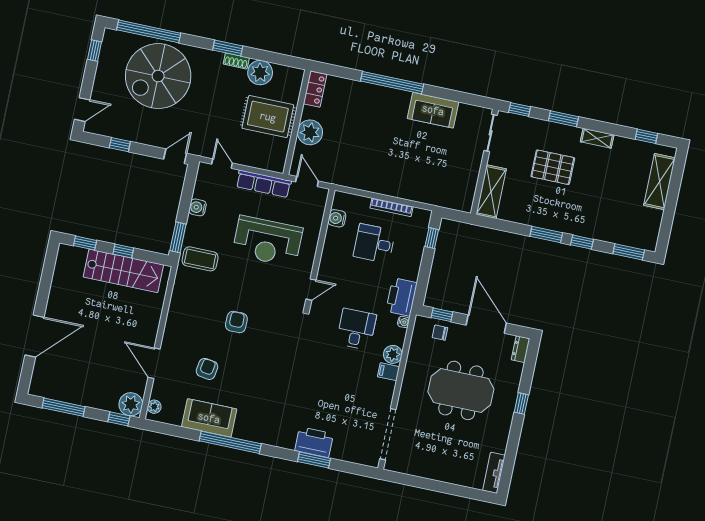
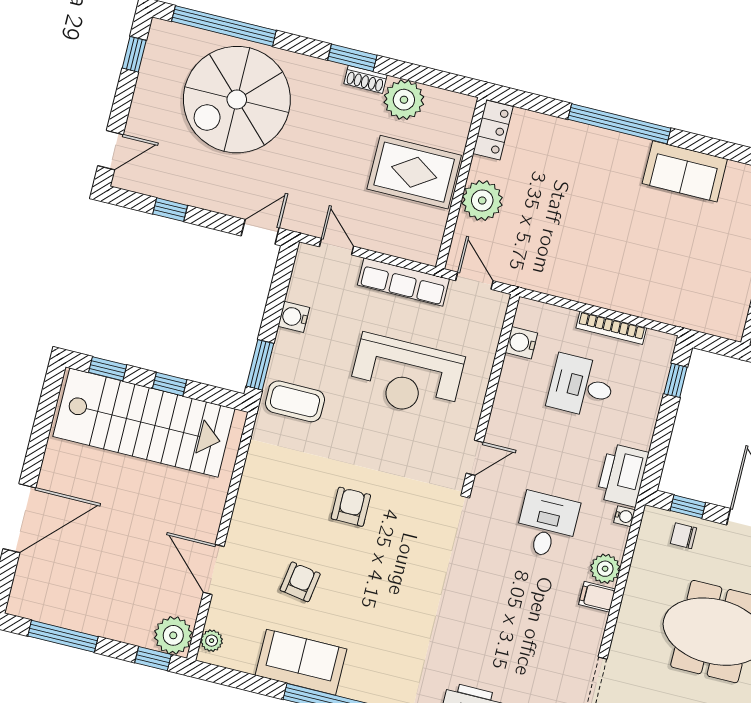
stairs: (123, 271) -> (144, 423), width x1.36, depth x1.51

